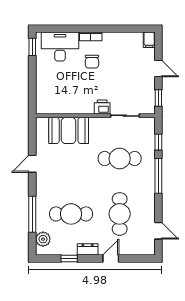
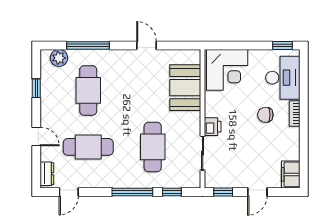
filing cabinet: (149, 40) -> (291, 174), width x2.00
corner desk: (53, 94) -> (227, 70), added
dresser: (88, 249) -> (47, 174), moved

